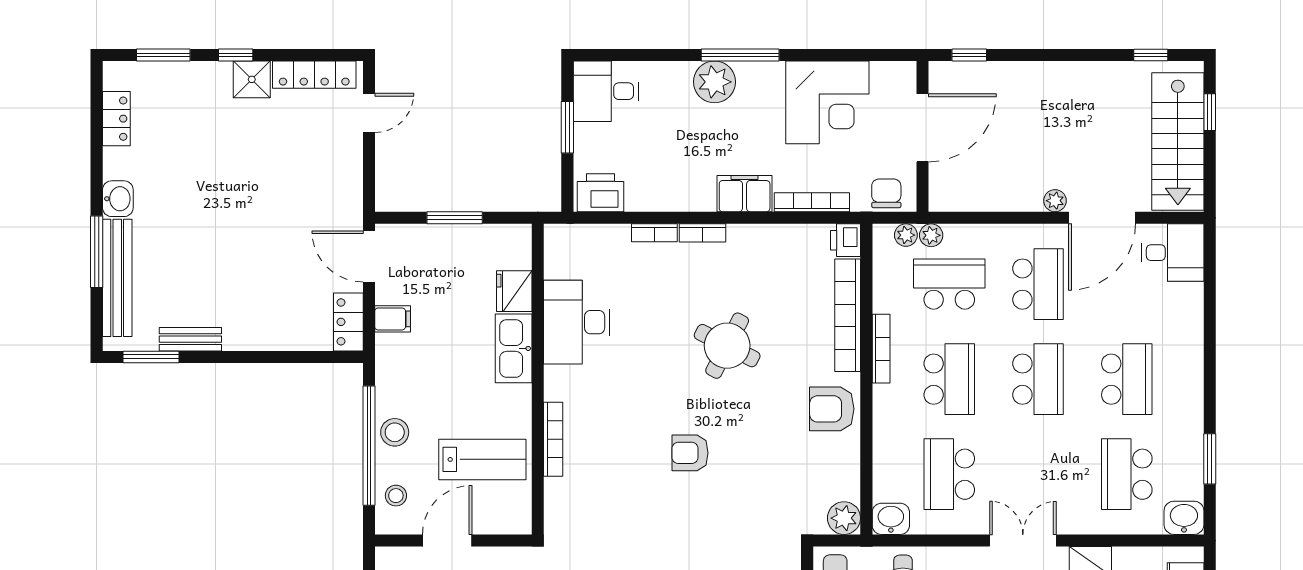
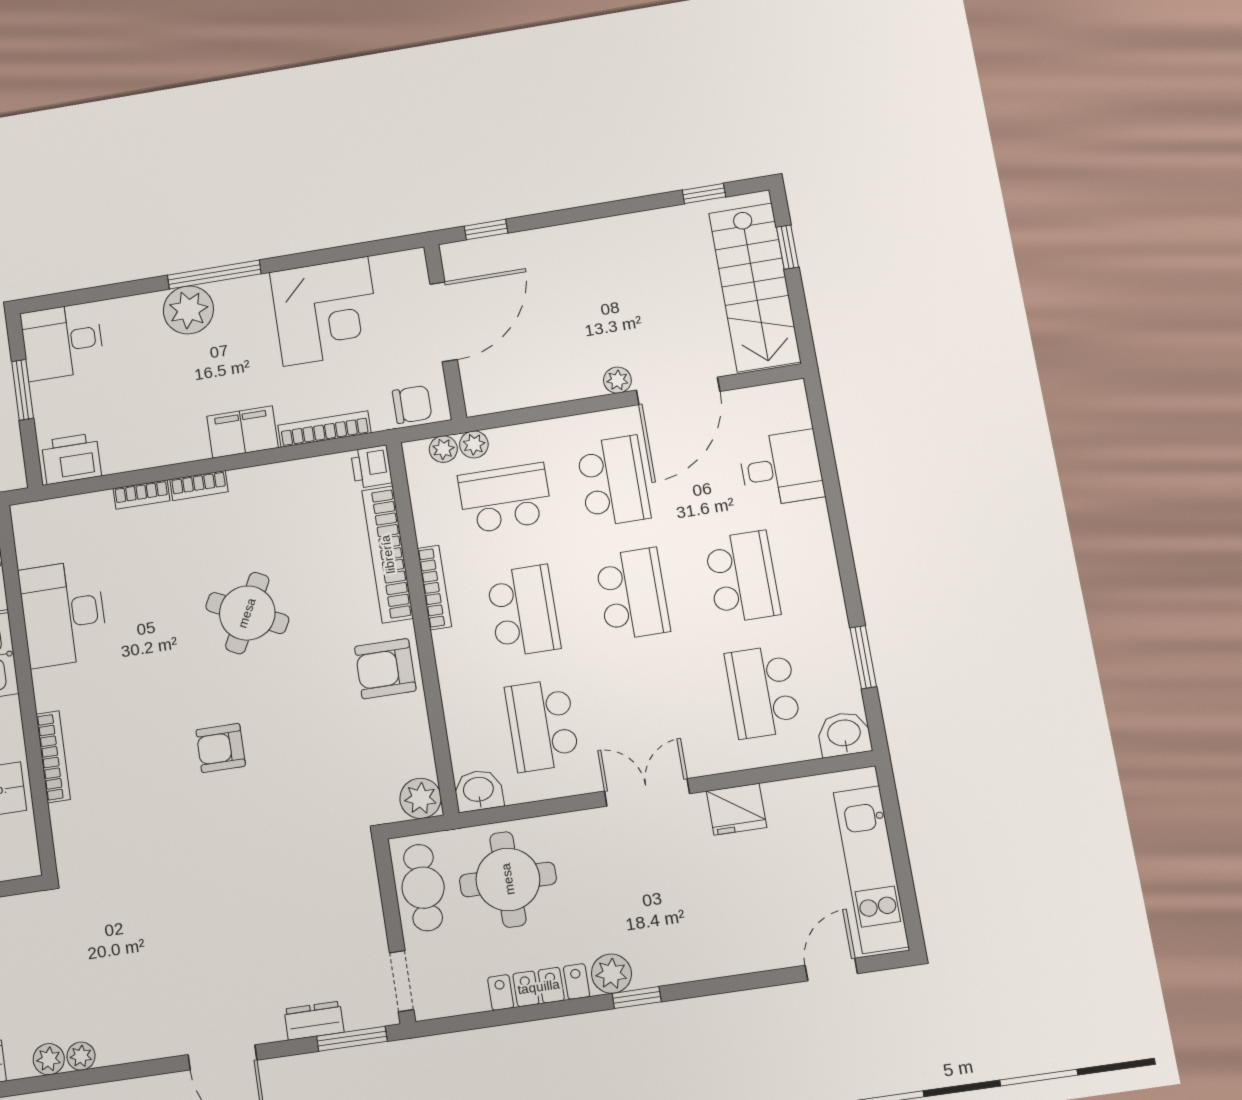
chair: (886, 193) -> (412, 404), turned 90
desk: (1173, 253) -> (781, 468), moved

